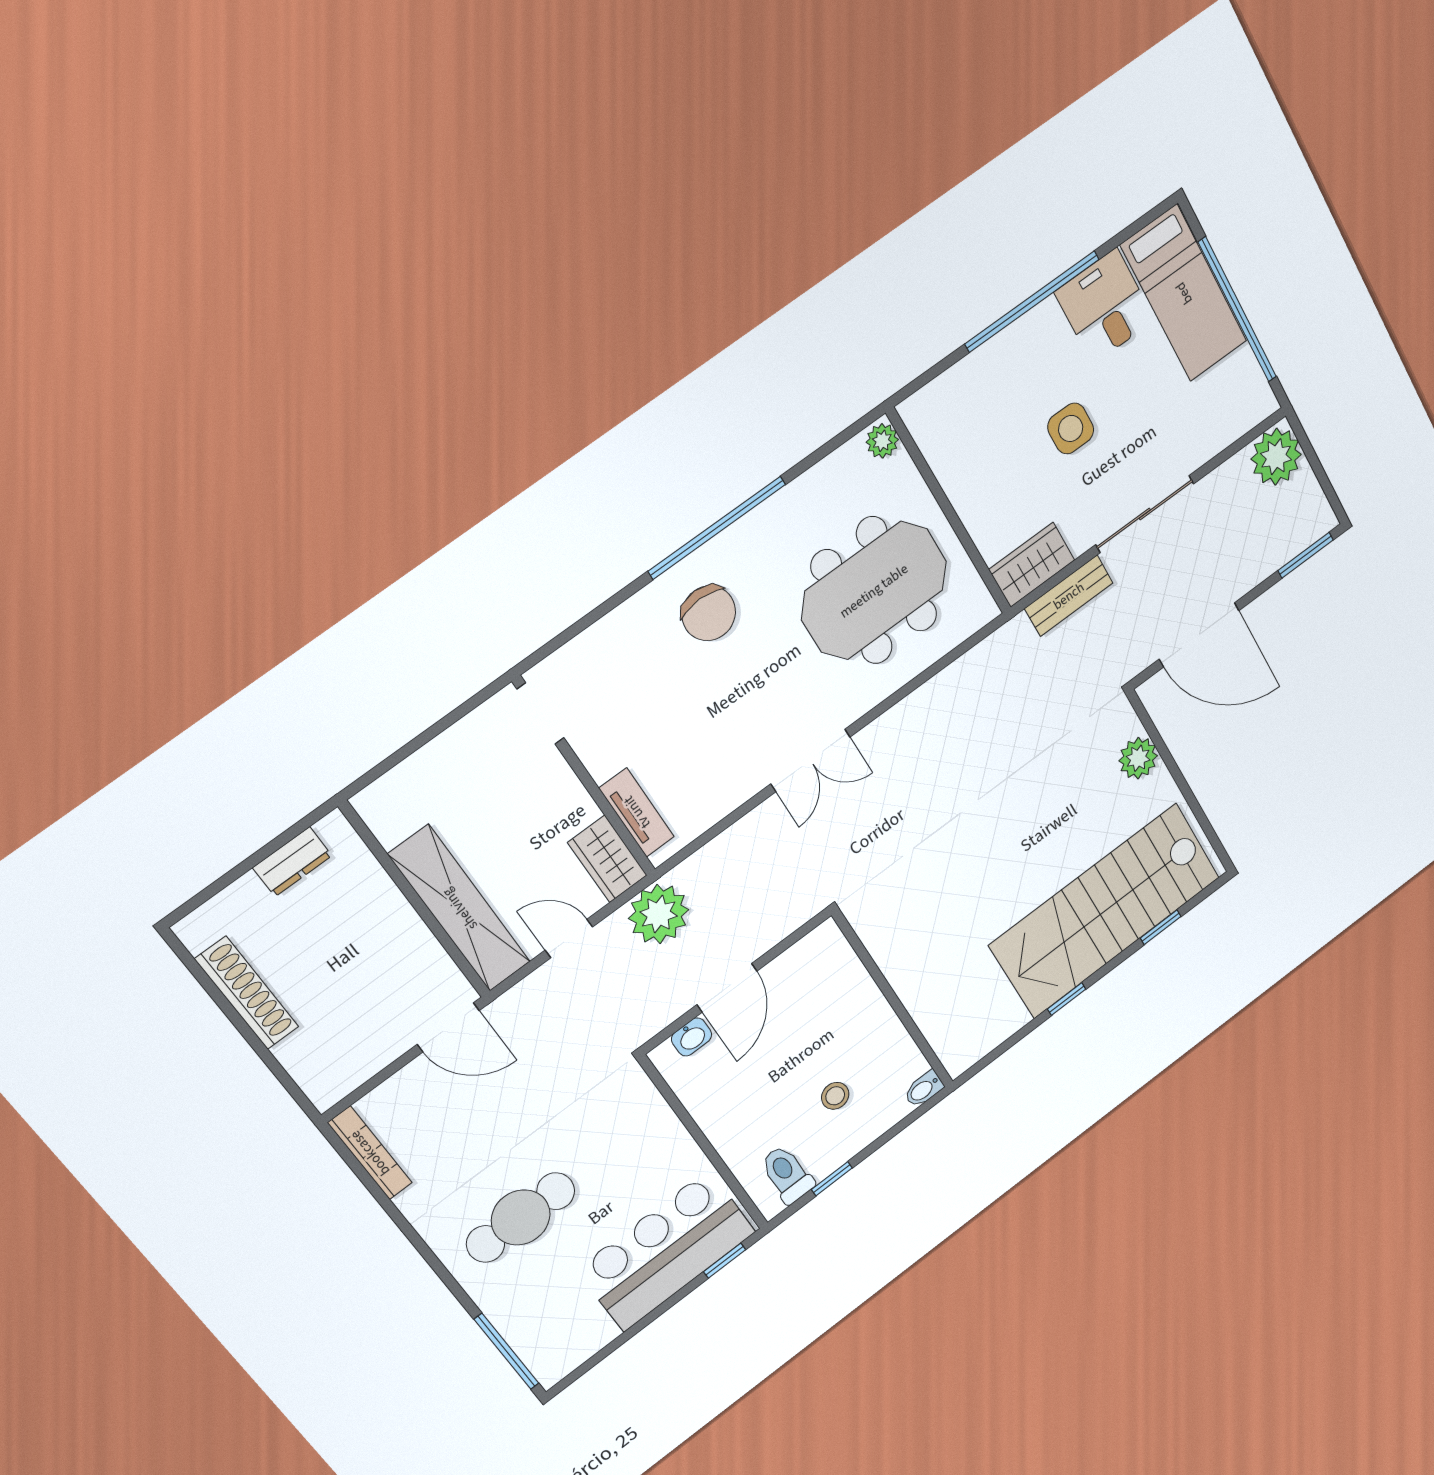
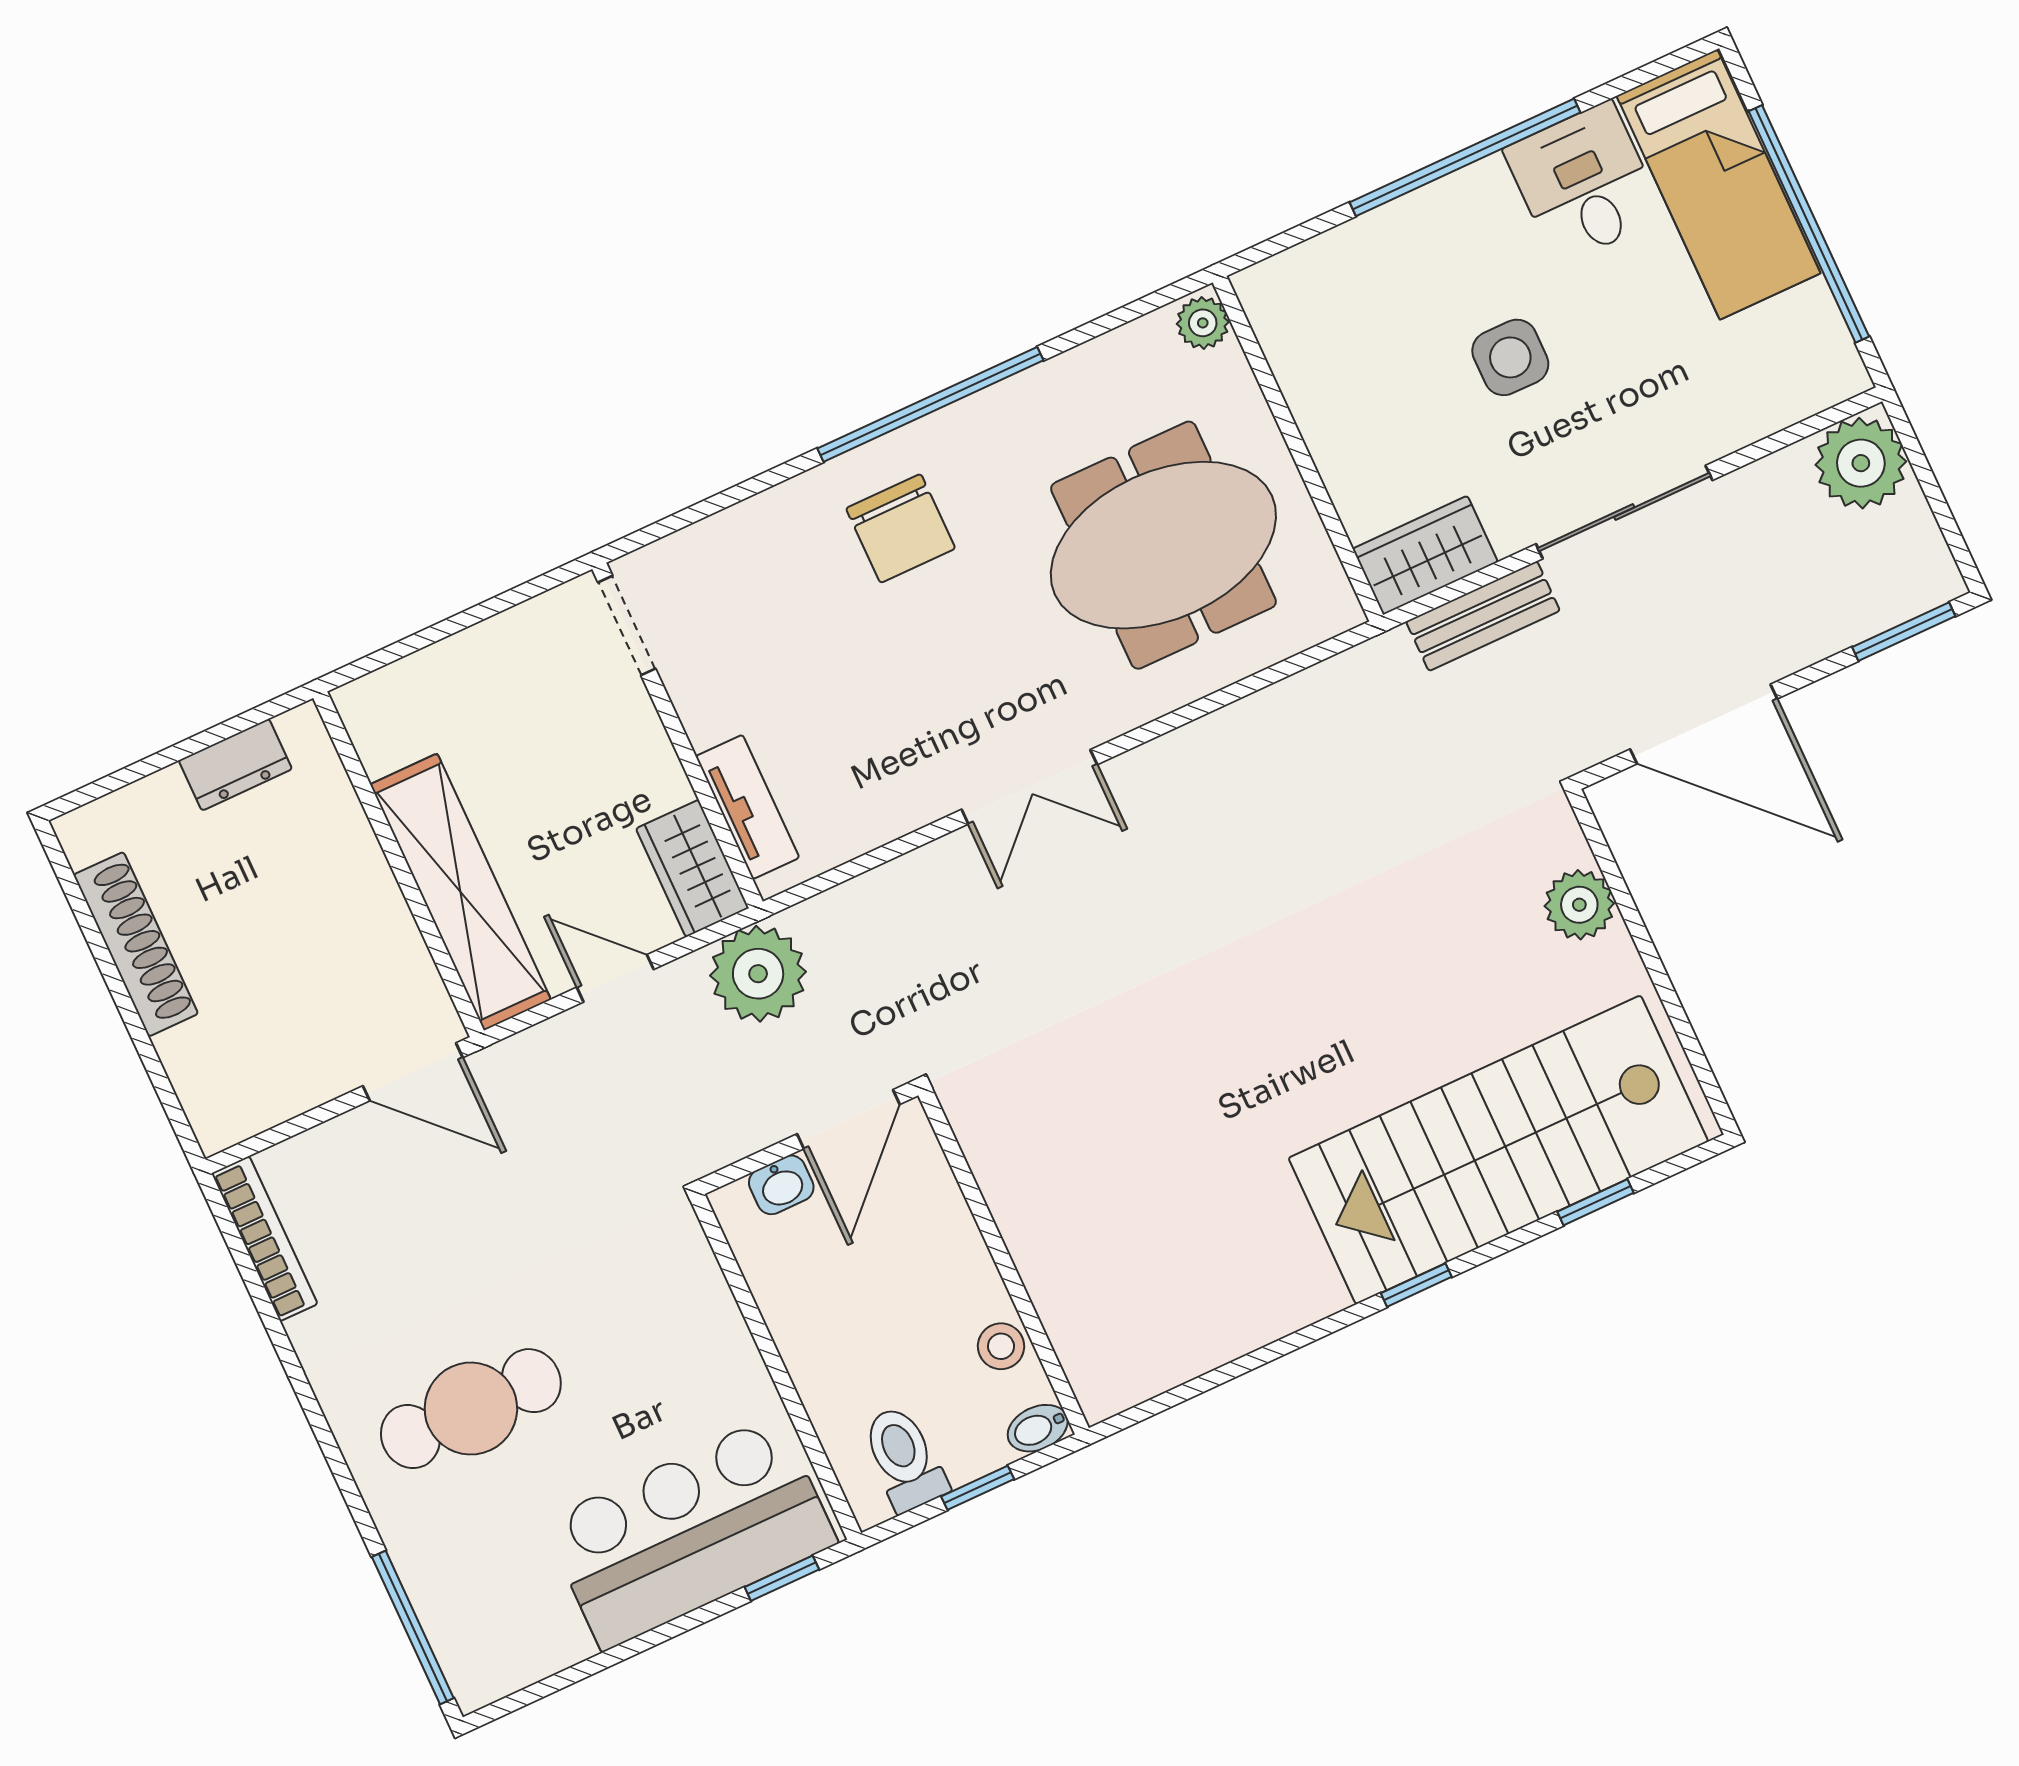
wall: (893, 1000) -> (1004, 1262), moved
bidet: (924, 1089) -> (1038, 1428), moved

